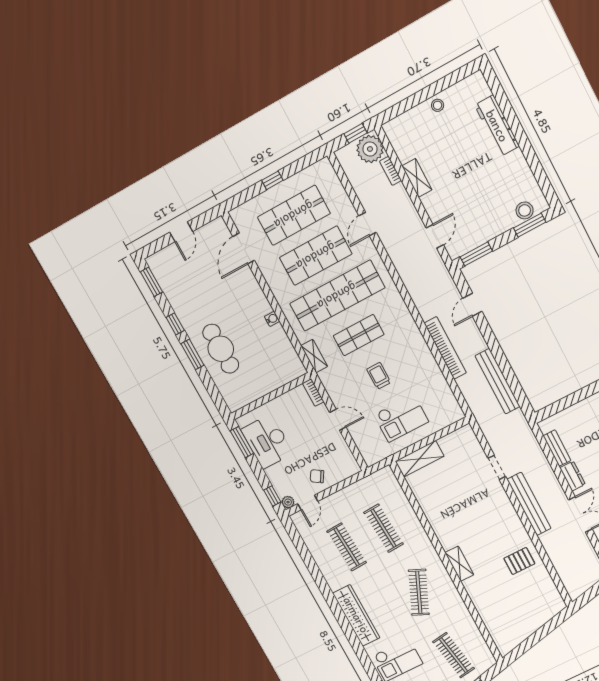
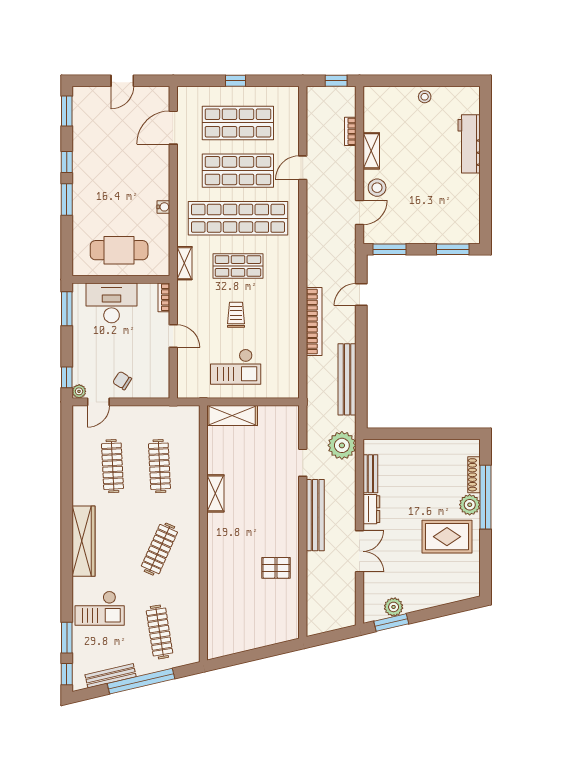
plant: (370, 149) -> (342, 445), moved
stool: (525, 210) -> (377, 188), moved
cafe table: (221, 349) -> (119, 250), moved, turned 90
desk: (267, 441) -> (112, 303), moved, turned 90
shelving: (459, 564) -> (215, 493), moved

